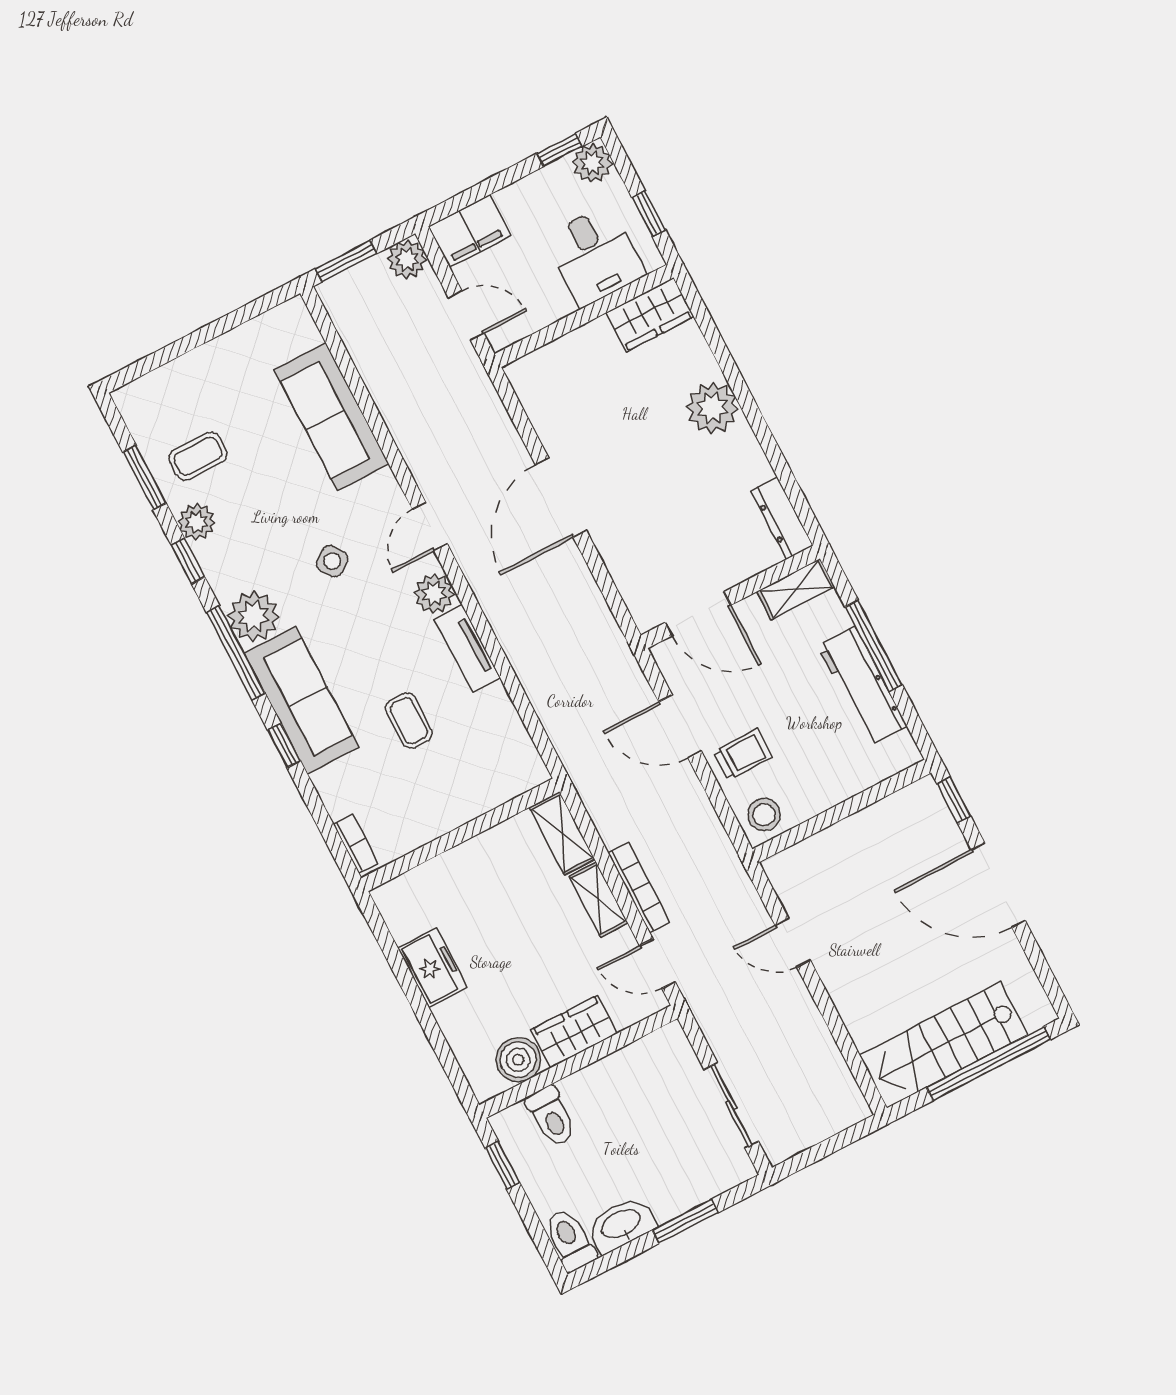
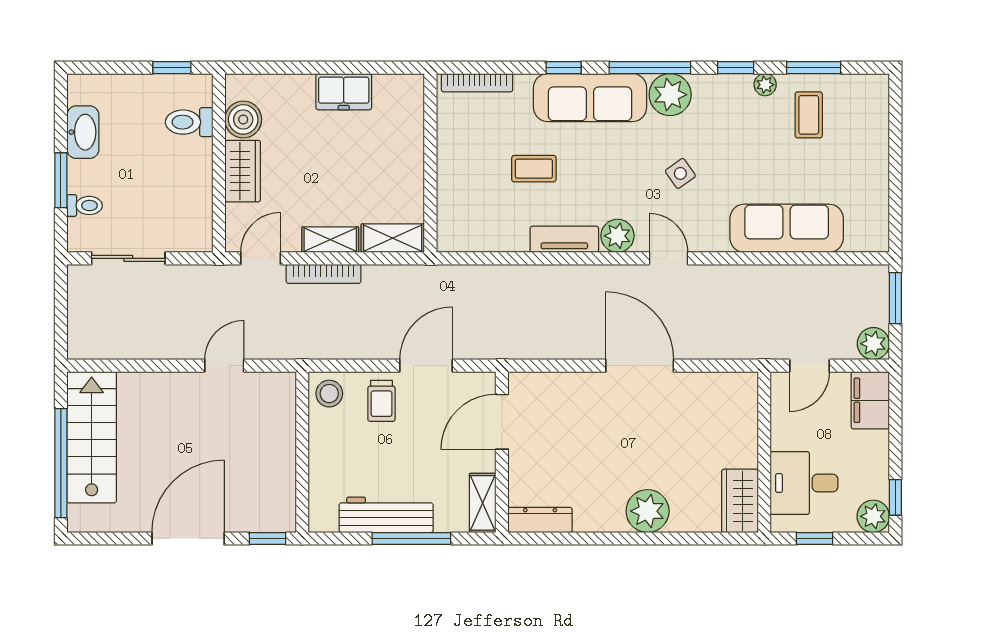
plant: (197, 522) -> (765, 85), width x0.73, depth x0.73
bookcase: (356, 844) -> (477, 83), width x1.56
toilet: (570, 1240) -> (85, 205), moved, width x0.73, depth x0.72

